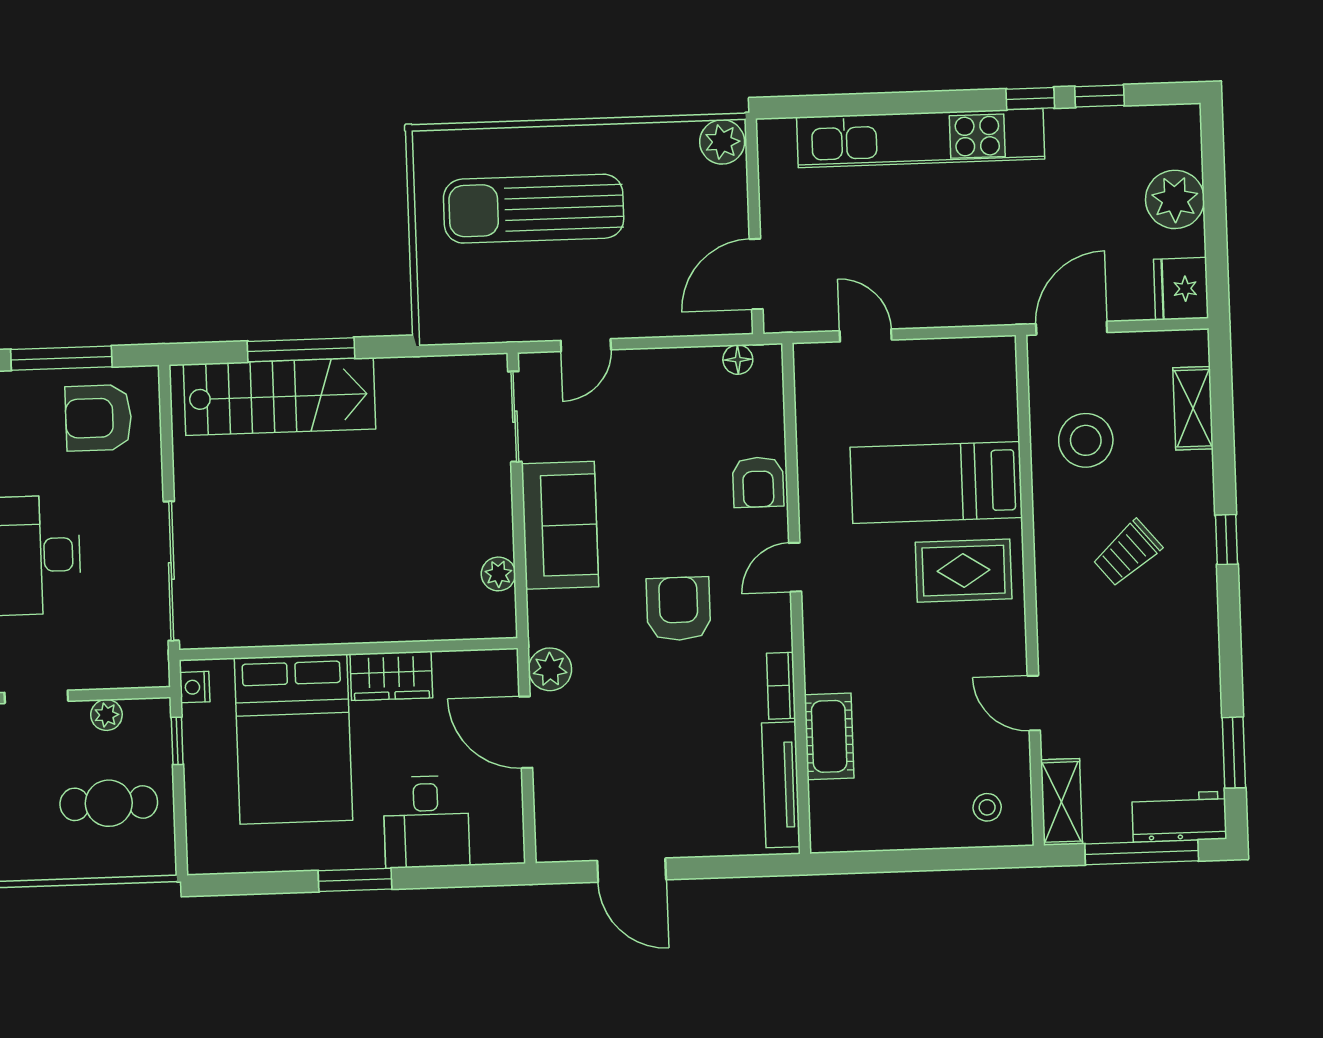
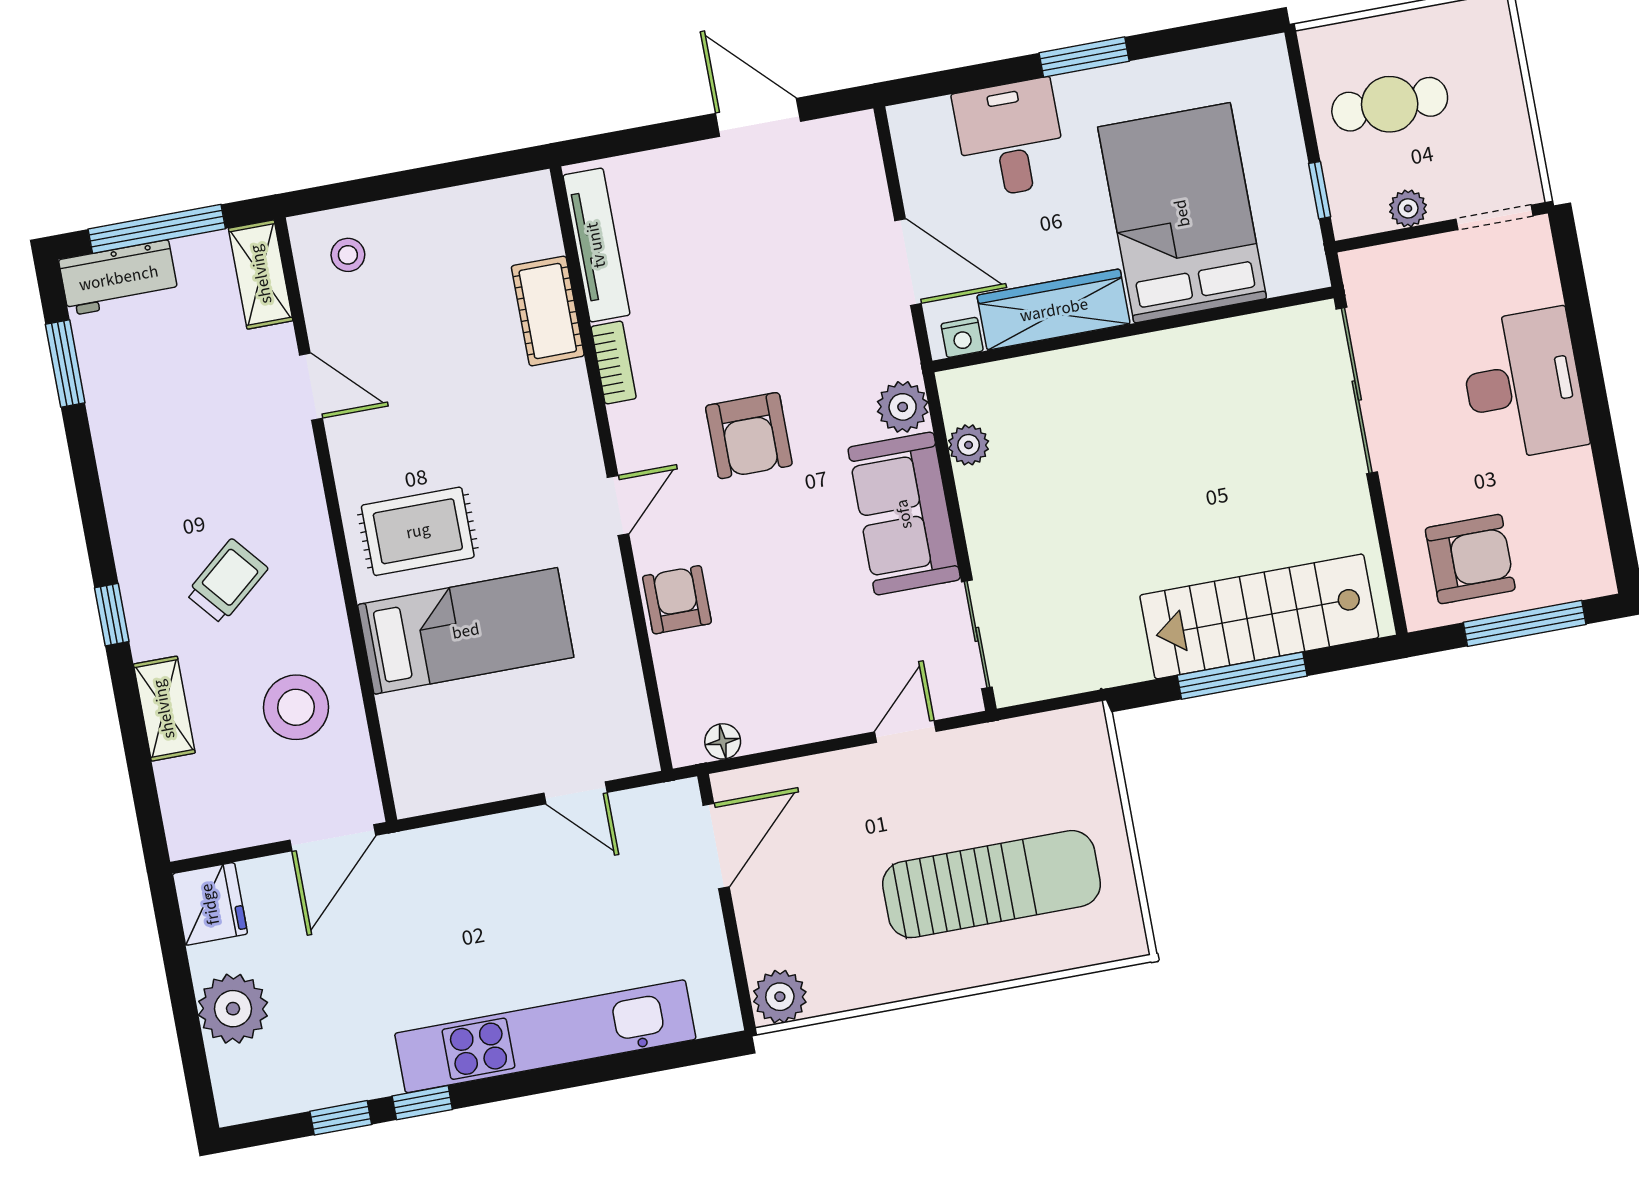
shelving: (1193, 408) -> (164, 709), moved
plant: (550, 669) -> (903, 407), moved
wardrobe: (391, 676) -> (1054, 310), width x1.50
nightstand: (195, 687) -> (962, 337), moved, turned 90

